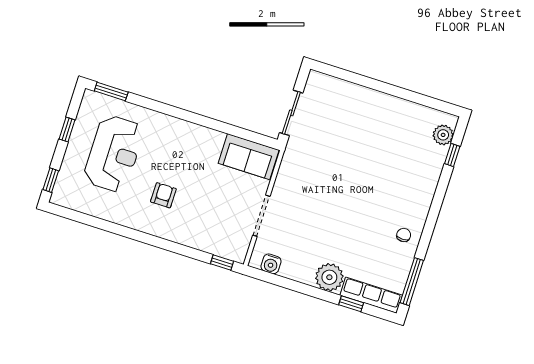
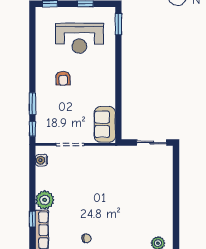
sliding door: (291, 113) -> (152, 143), moved
armchair: (163, 195) -> (63, 78), turned 90
window: (186, 251) -> (32, 104), added

